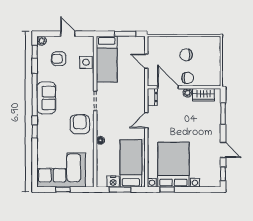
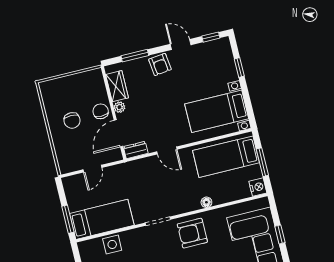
window: (125, 34) -> (68, 219), moved
armchair: (212, 131) -> (160, 64), added
door: (223, 150) -> (181, 44), hinge flipped
bed with nightstands: (173, 165) -> (217, 111), width x0.73
nightstand: (113, 182) -> (258, 187), moved
window: (167, 190) -> (239, 67), moved

